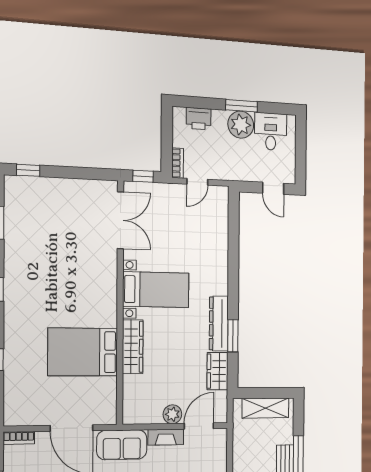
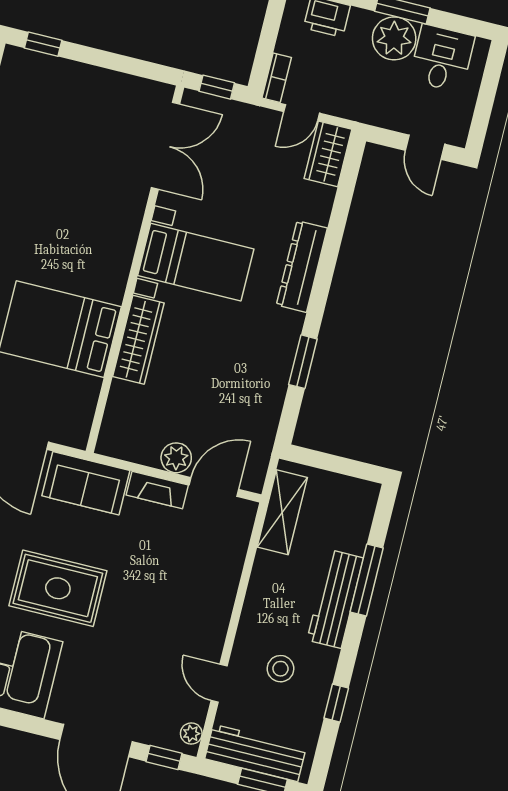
dresser: (219, 323) -> (302, 267), moved
wardrobe: (217, 371) -> (328, 154), moved
shelving: (266, 408) -> (282, 512), moved, turned 90

